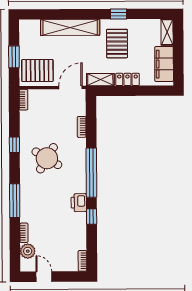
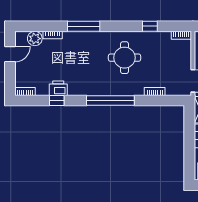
window: (14, 145) -> (150, 26), moved
round table: (47, 158) -> (125, 58), turned -31
printer: (79, 203) -> (58, 88), moved
window: (92, 217) -> (57, 100), moved

